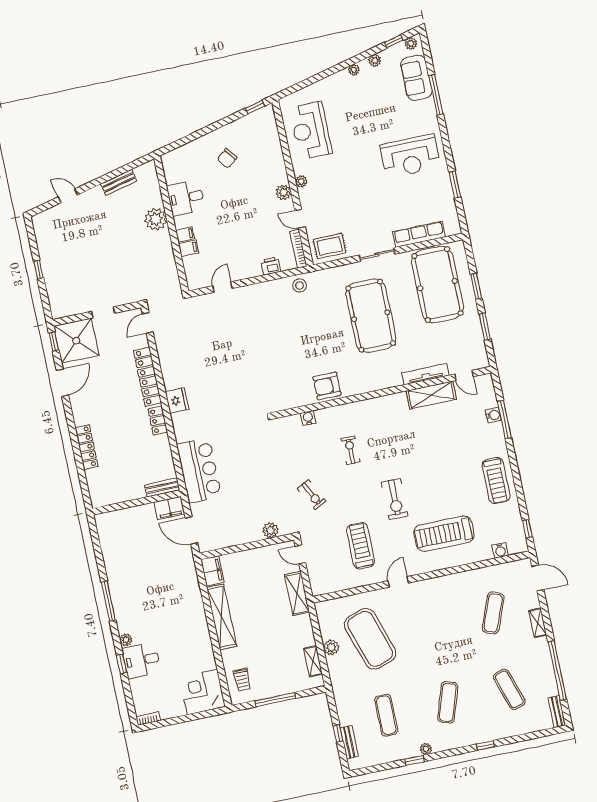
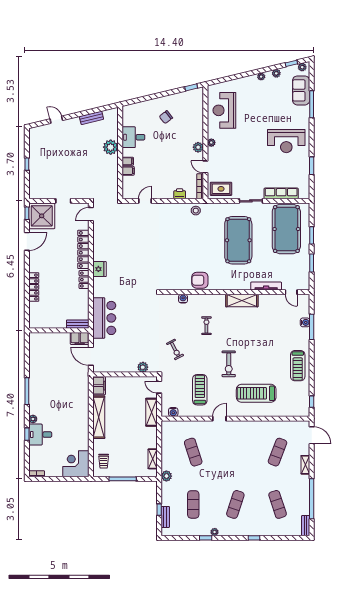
shelving: (431, 395) -> (242, 301), moved
water cooler: (500, 550) -> (173, 412), moved
exercise mat: (370, 639) -> (193, 452), width x0.50, depth x0.69
plant: (331, 647) -> (166, 476), moved

